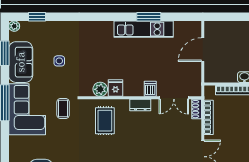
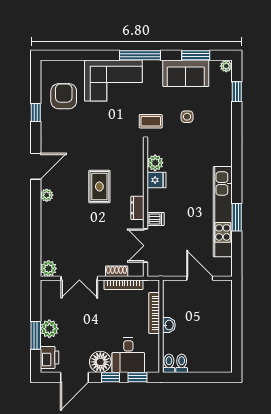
kitchen unit: (144, 29) -> (223, 212), width x1.36
coffee table: (63, 108) -> (151, 121), moved
corner sofa: (27, 109) -> (113, 81), moved
shoe rack: (197, 109) -> (117, 271), moved
rug: (105, 121) -> (99, 187), moved, turned 90

